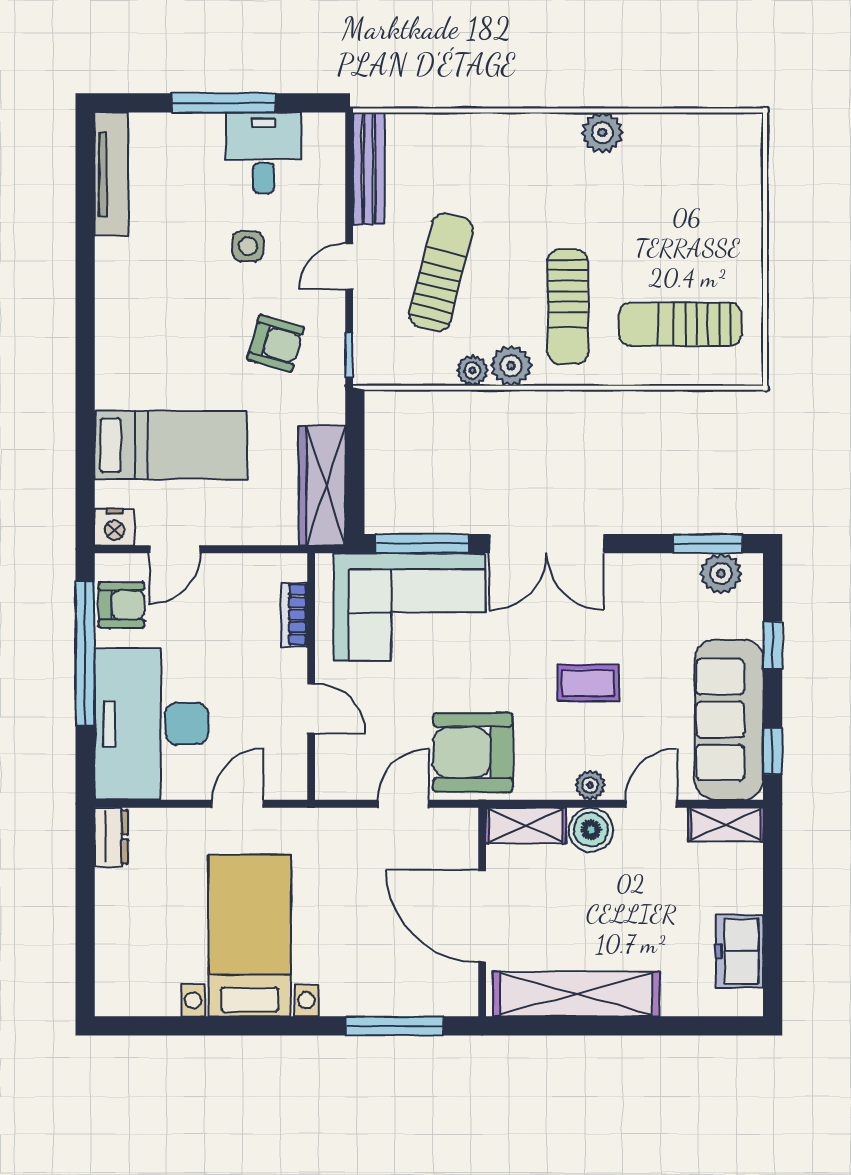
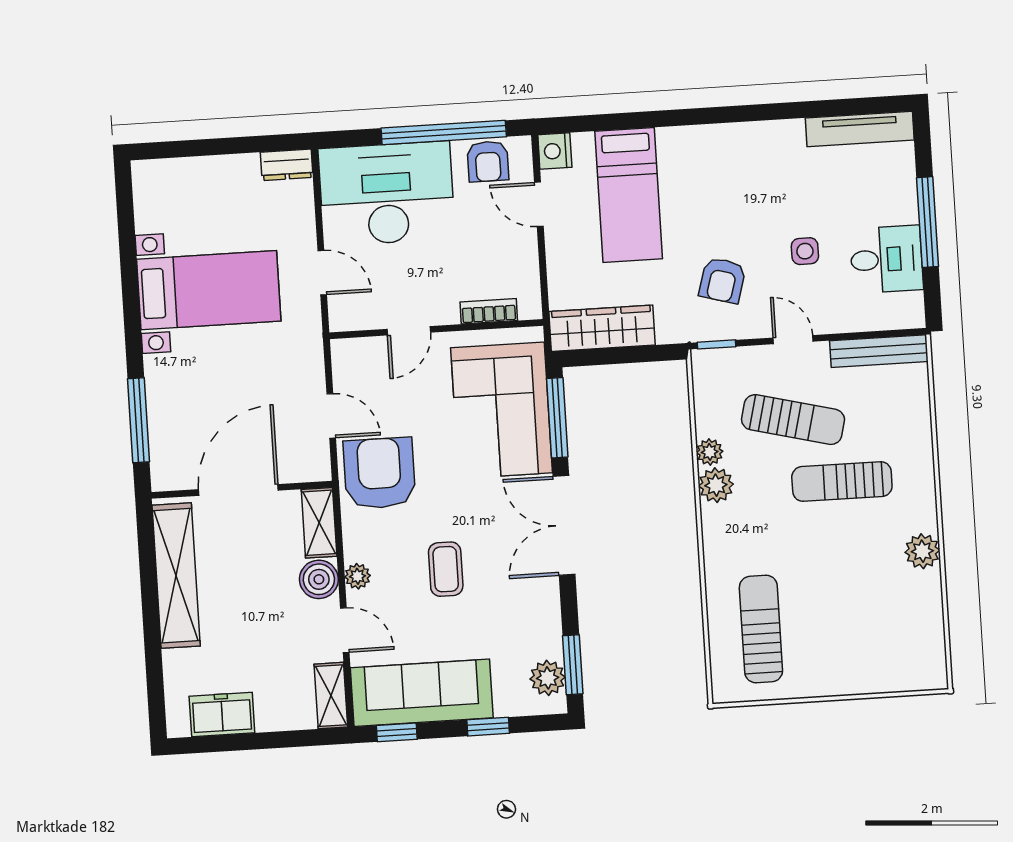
sun lounger: (568, 307) -> (842, 481), moved

